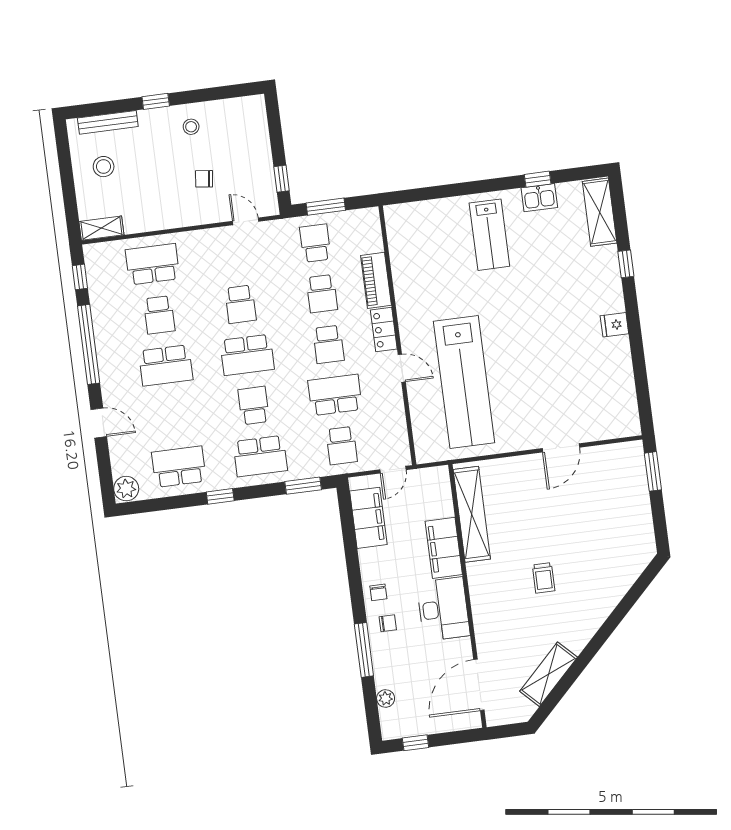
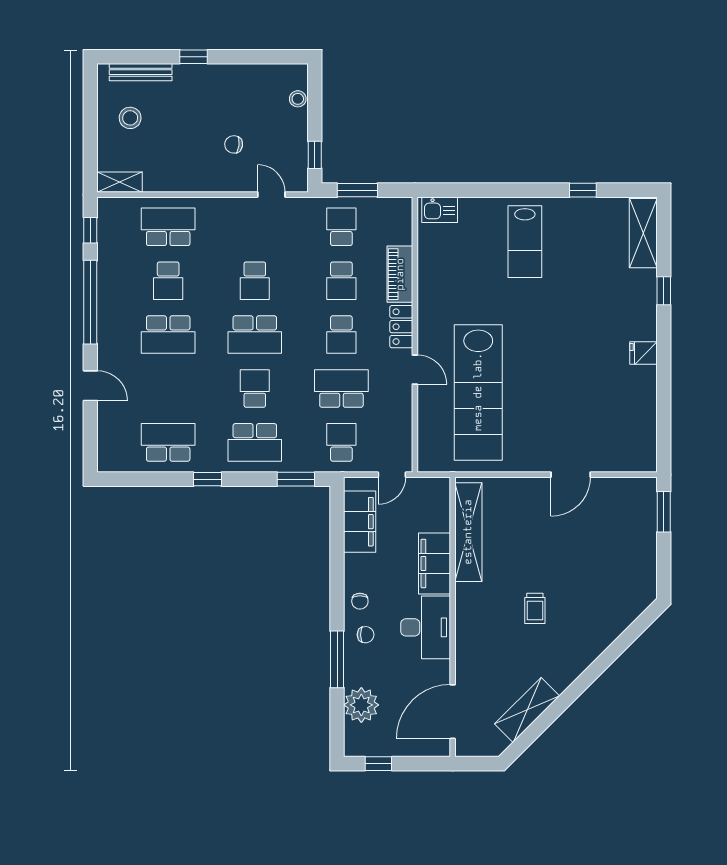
stool: (191, 127) -> (298, 99), moved
kitchen sink: (539, 198) -> (440, 210), moved
school desk: (342, 446) -> (341, 442), turned 180
plant: (126, 489) -> (110, 458), removed
plant: (386, 698) -> (361, 705), width x1.87, depth x1.87

